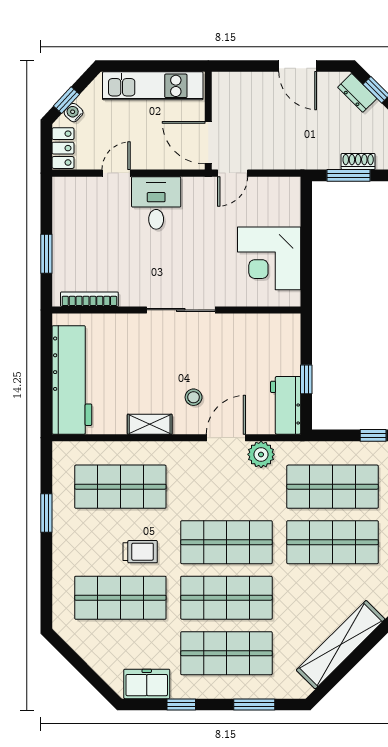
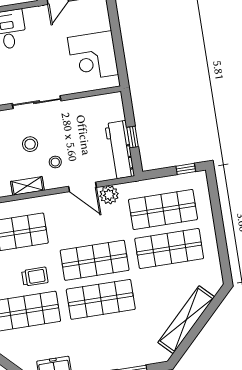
stool: (163, 367) -> (30, 144), added
workbench: (286, 405) -> (120, 150), width x1.38
door: (226, 438) -> (83, 187), swing flipped
shop shelf: (226, 653) -> (107, 338), removed

